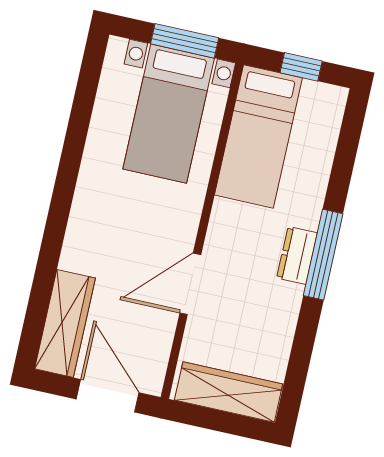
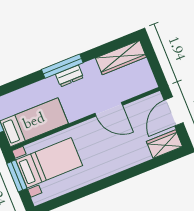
wardrobe: (65, 323) -> (164, 144), width x0.67
wardrobe: (229, 392) -> (121, 57), moved, turned -90

